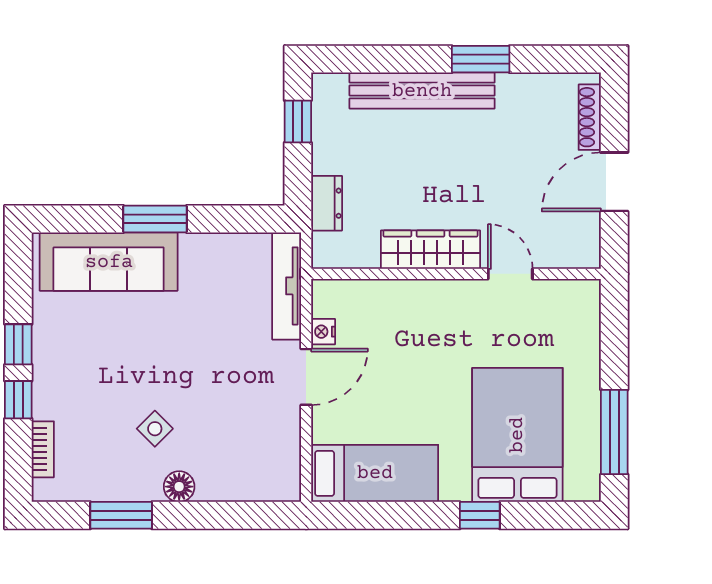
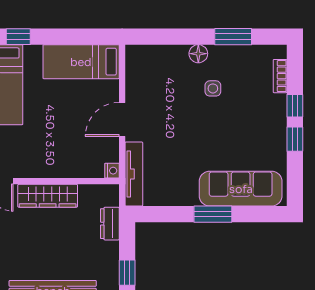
nightstand: (323, 332) -> (112, 171), moved
side table: (155, 429) -> (213, 88), turned 45

